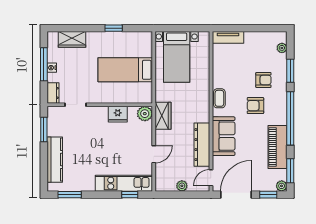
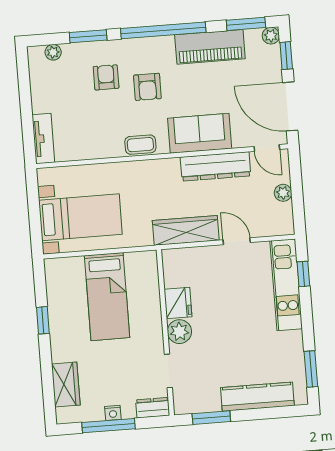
plant: (145, 114) -> (179, 332), moved
wardrobe: (163, 116) -> (186, 230), width x1.50

